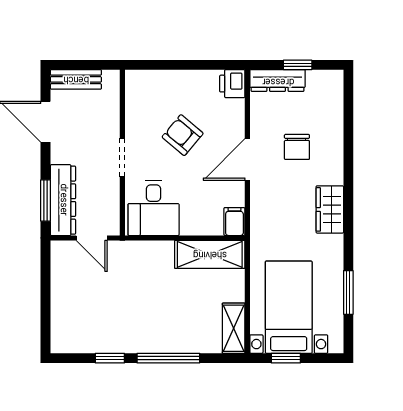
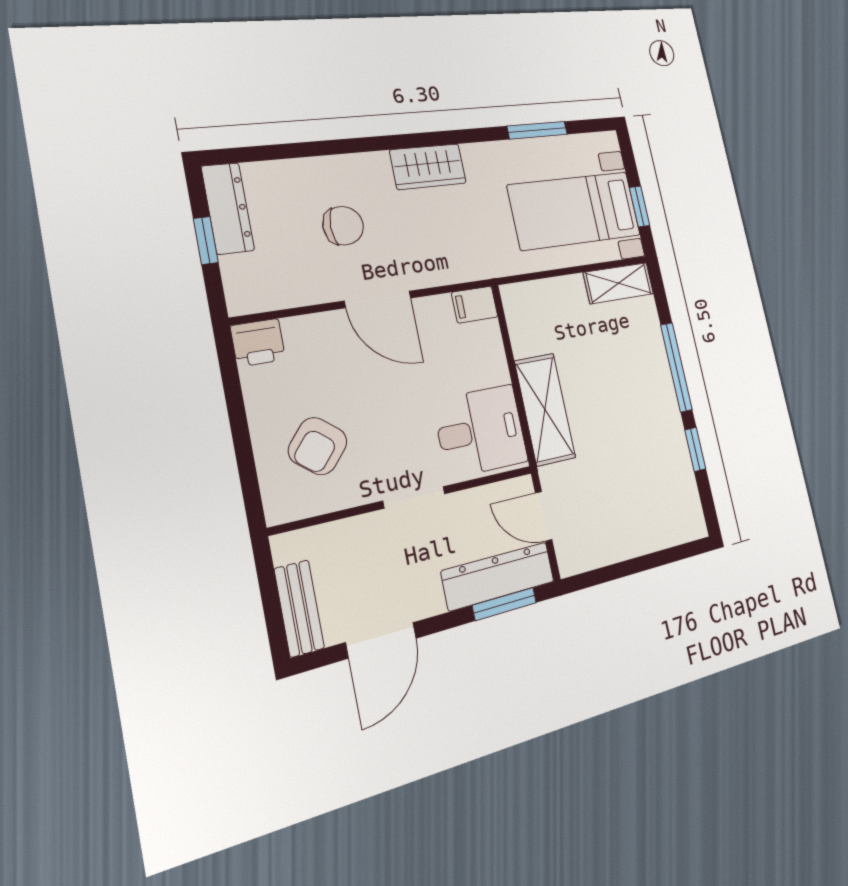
dresser: (278, 81) -> (228, 208), moved
armchair: (183, 135) -> (318, 446), moved
door: (92, 238) -> (544, 516), swing flipped
shelving: (210, 254) -> (545, 409), moved

